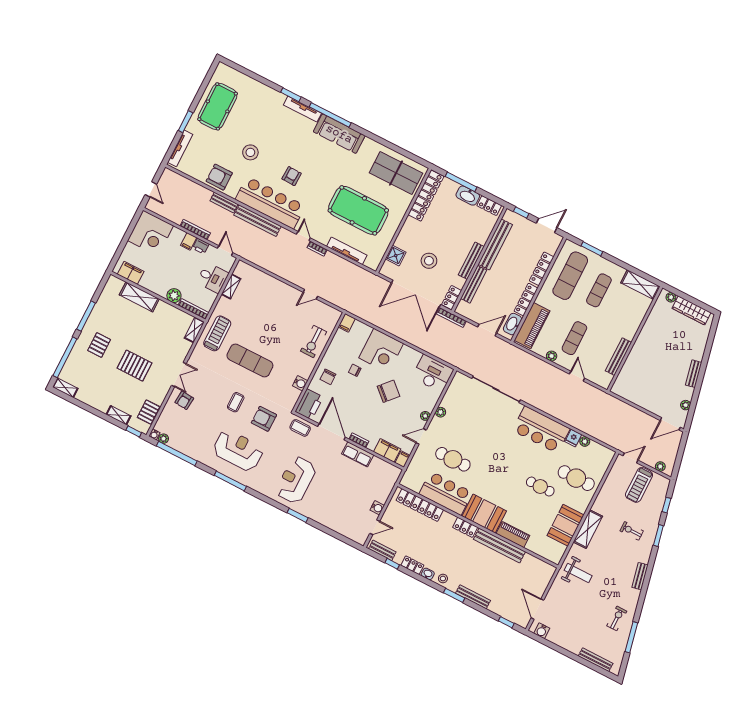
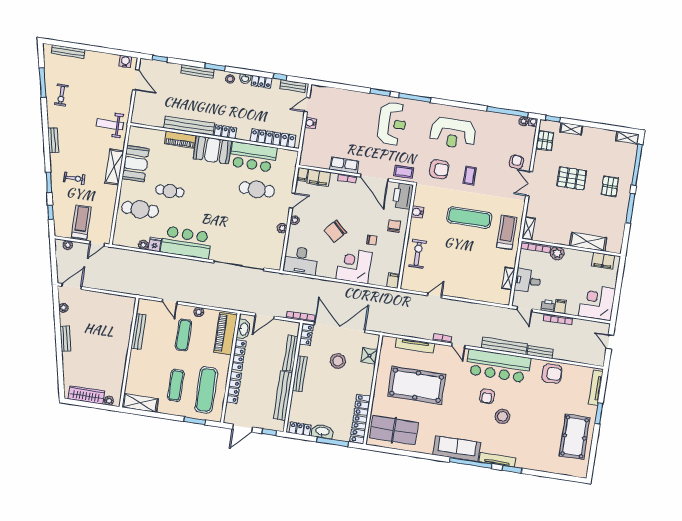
stool: (250, 152) -> (502, 416), moved
treadmill: (217, 333) -> (507, 232), turned 180
window: (230, 481) -> (415, 98), moved

